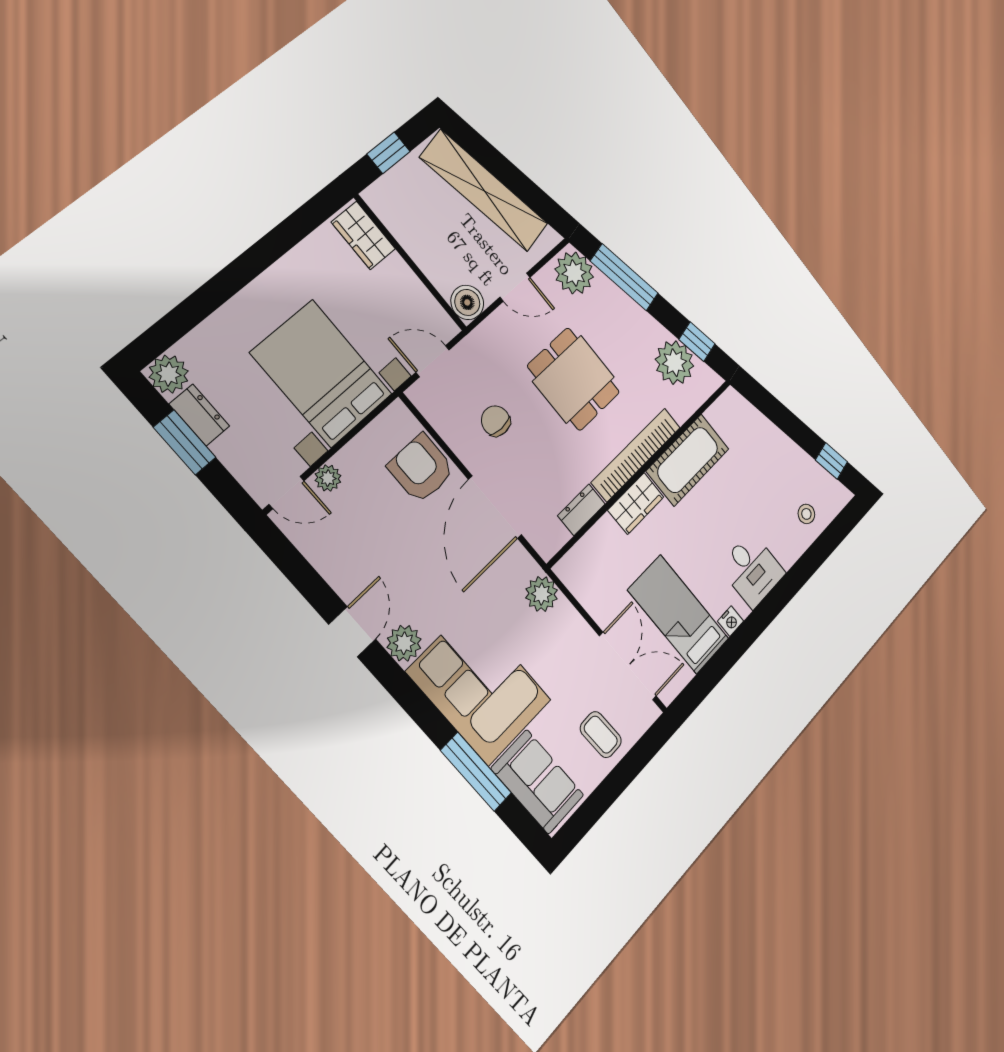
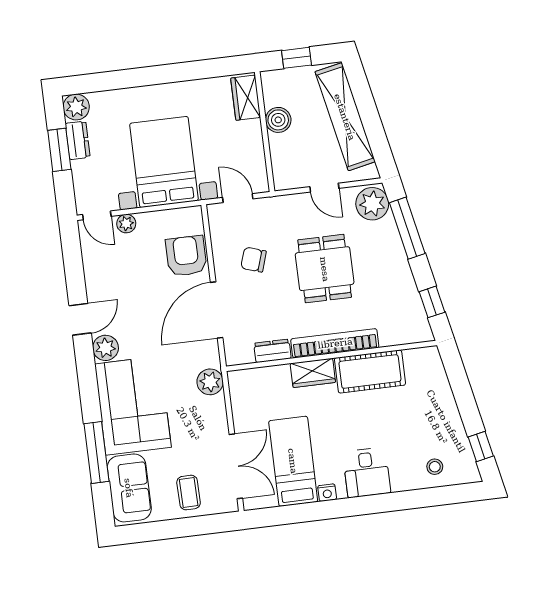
boiler: (467, 302) -> (278, 120), moved
plant: (675, 363) -> (405, 304), removed
chair: (496, 421) -> (254, 260), turned -72

